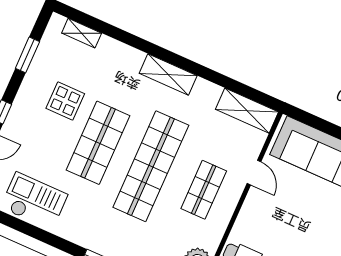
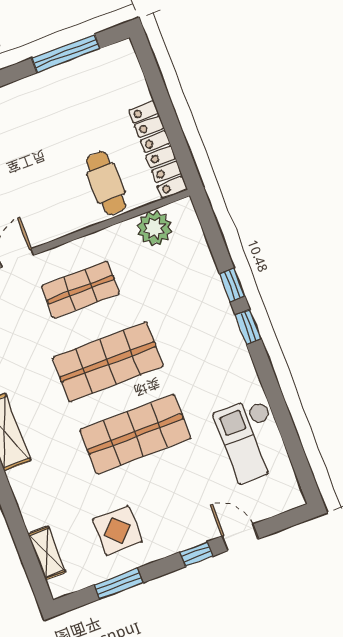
display table: (65, 101) -> (117, 530), moved
shop shelf: (151, 166) -> (108, 362), width x0.71

